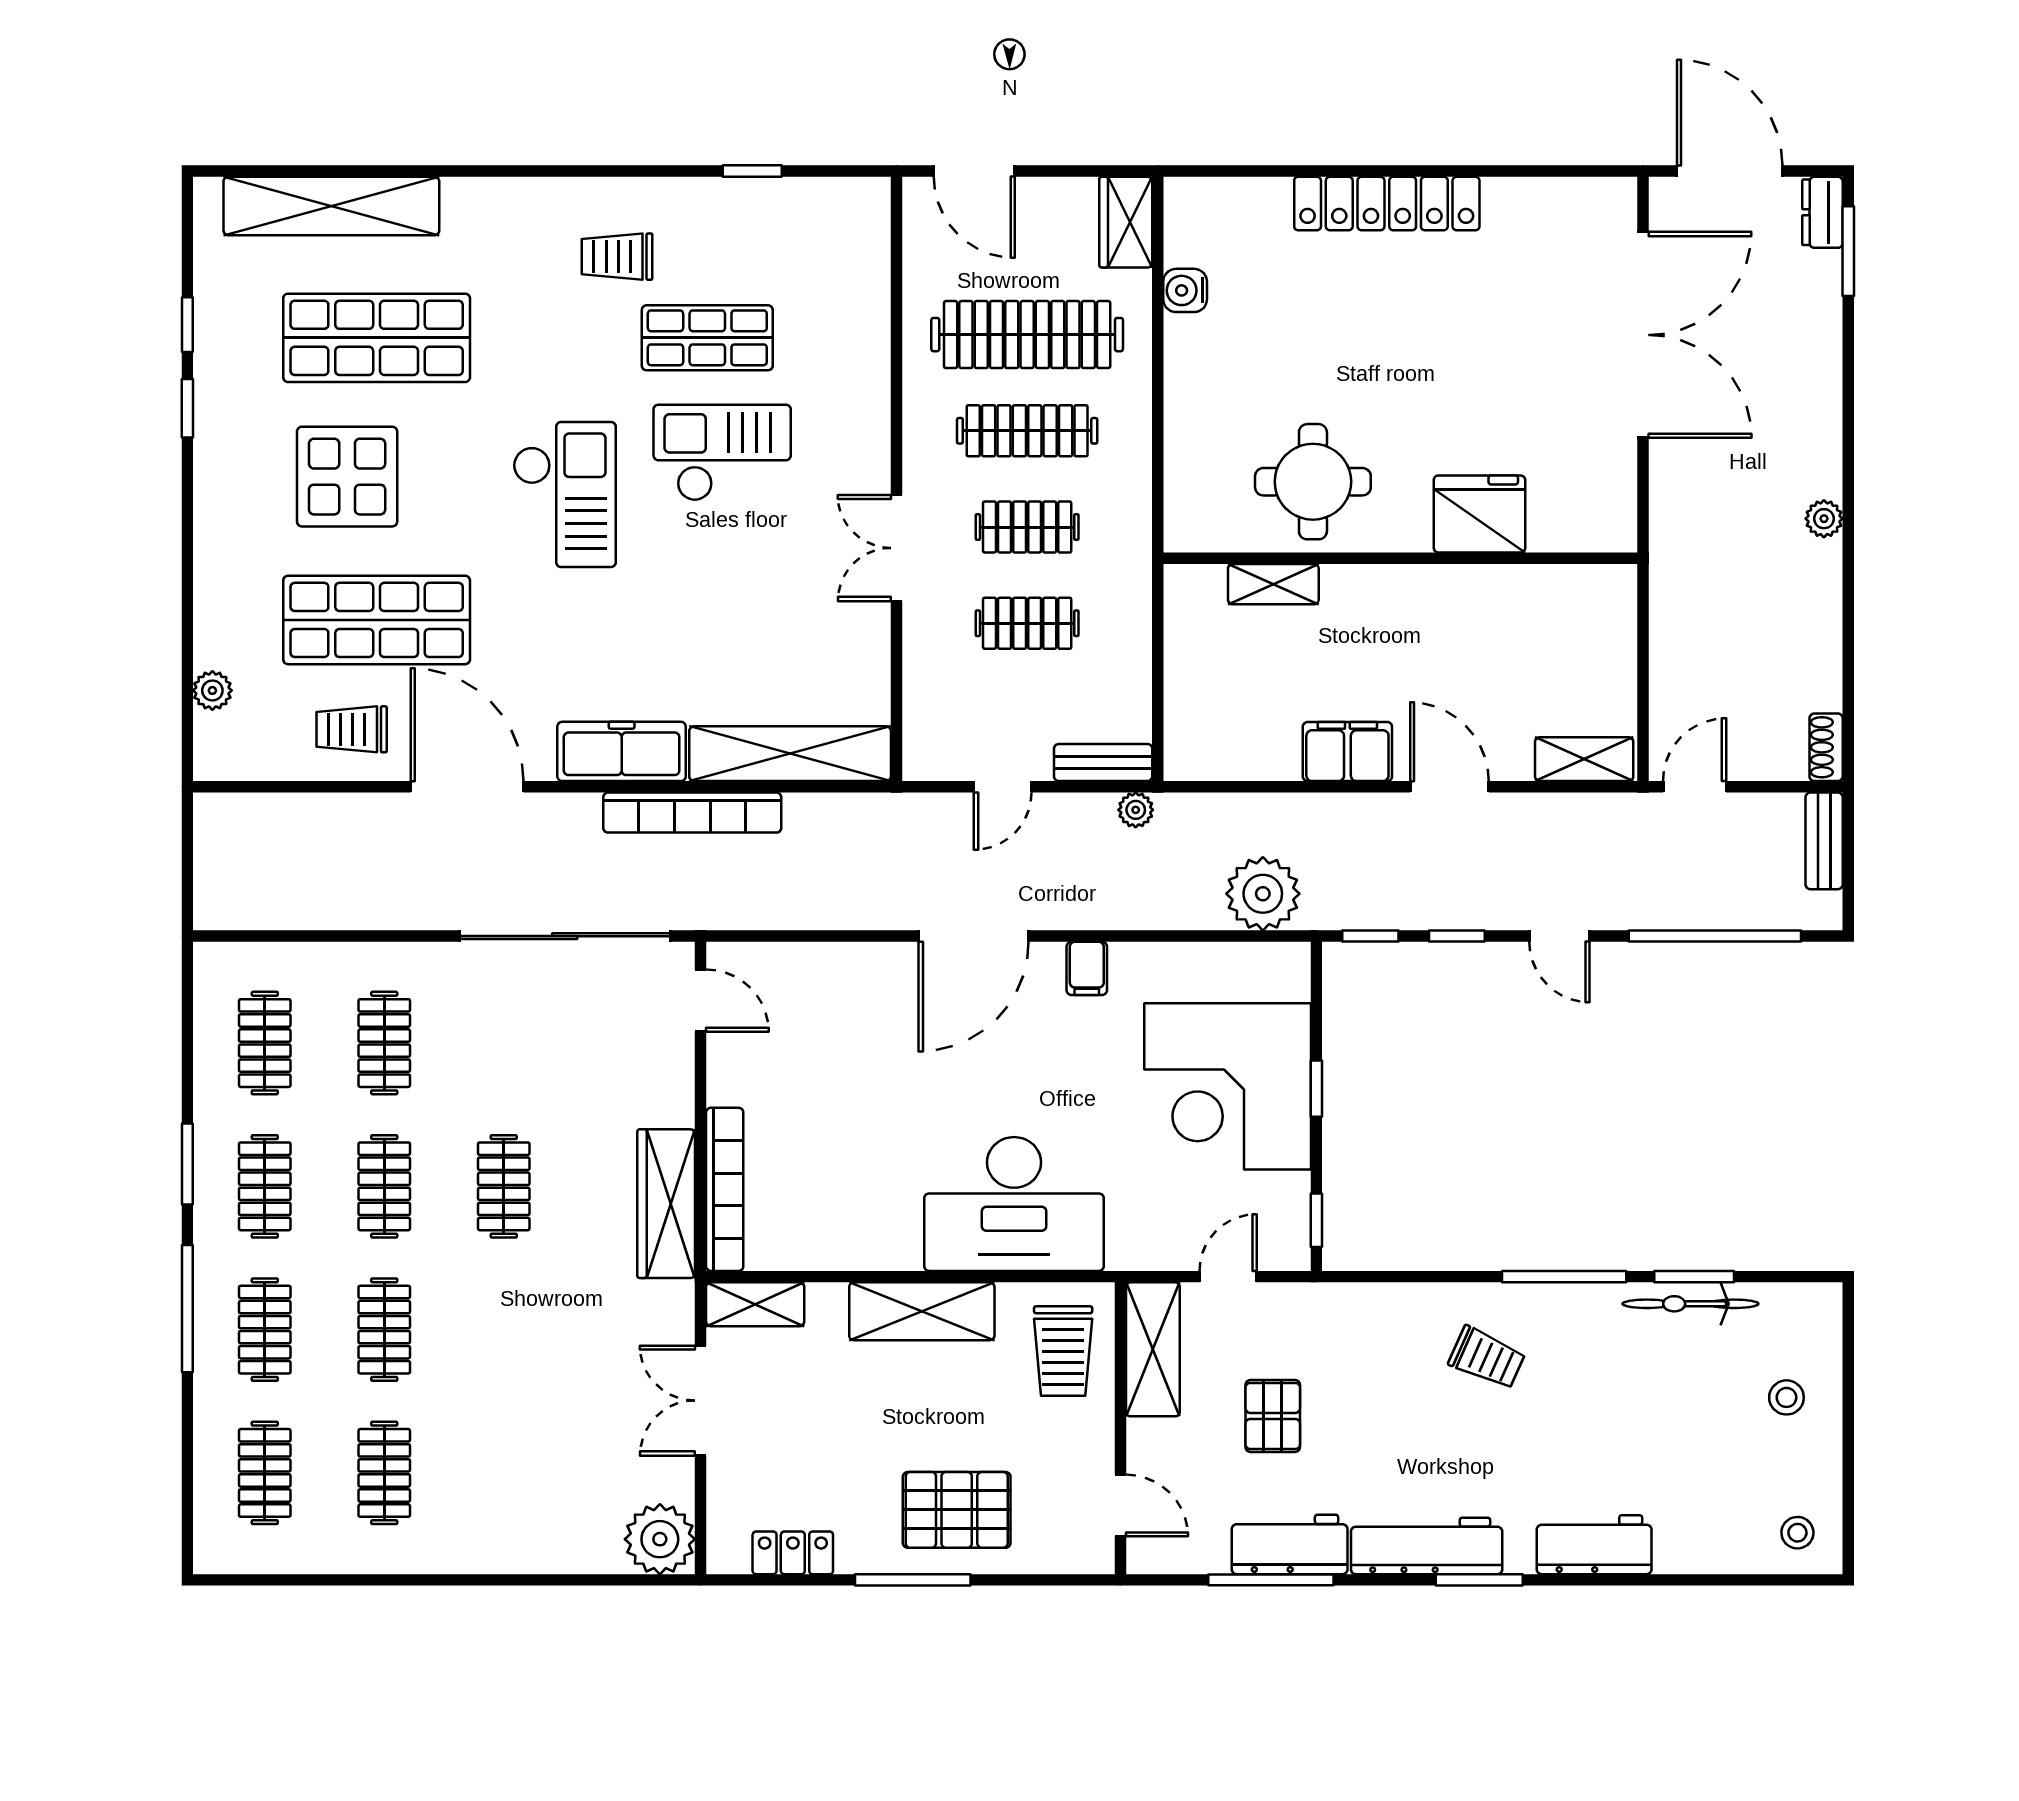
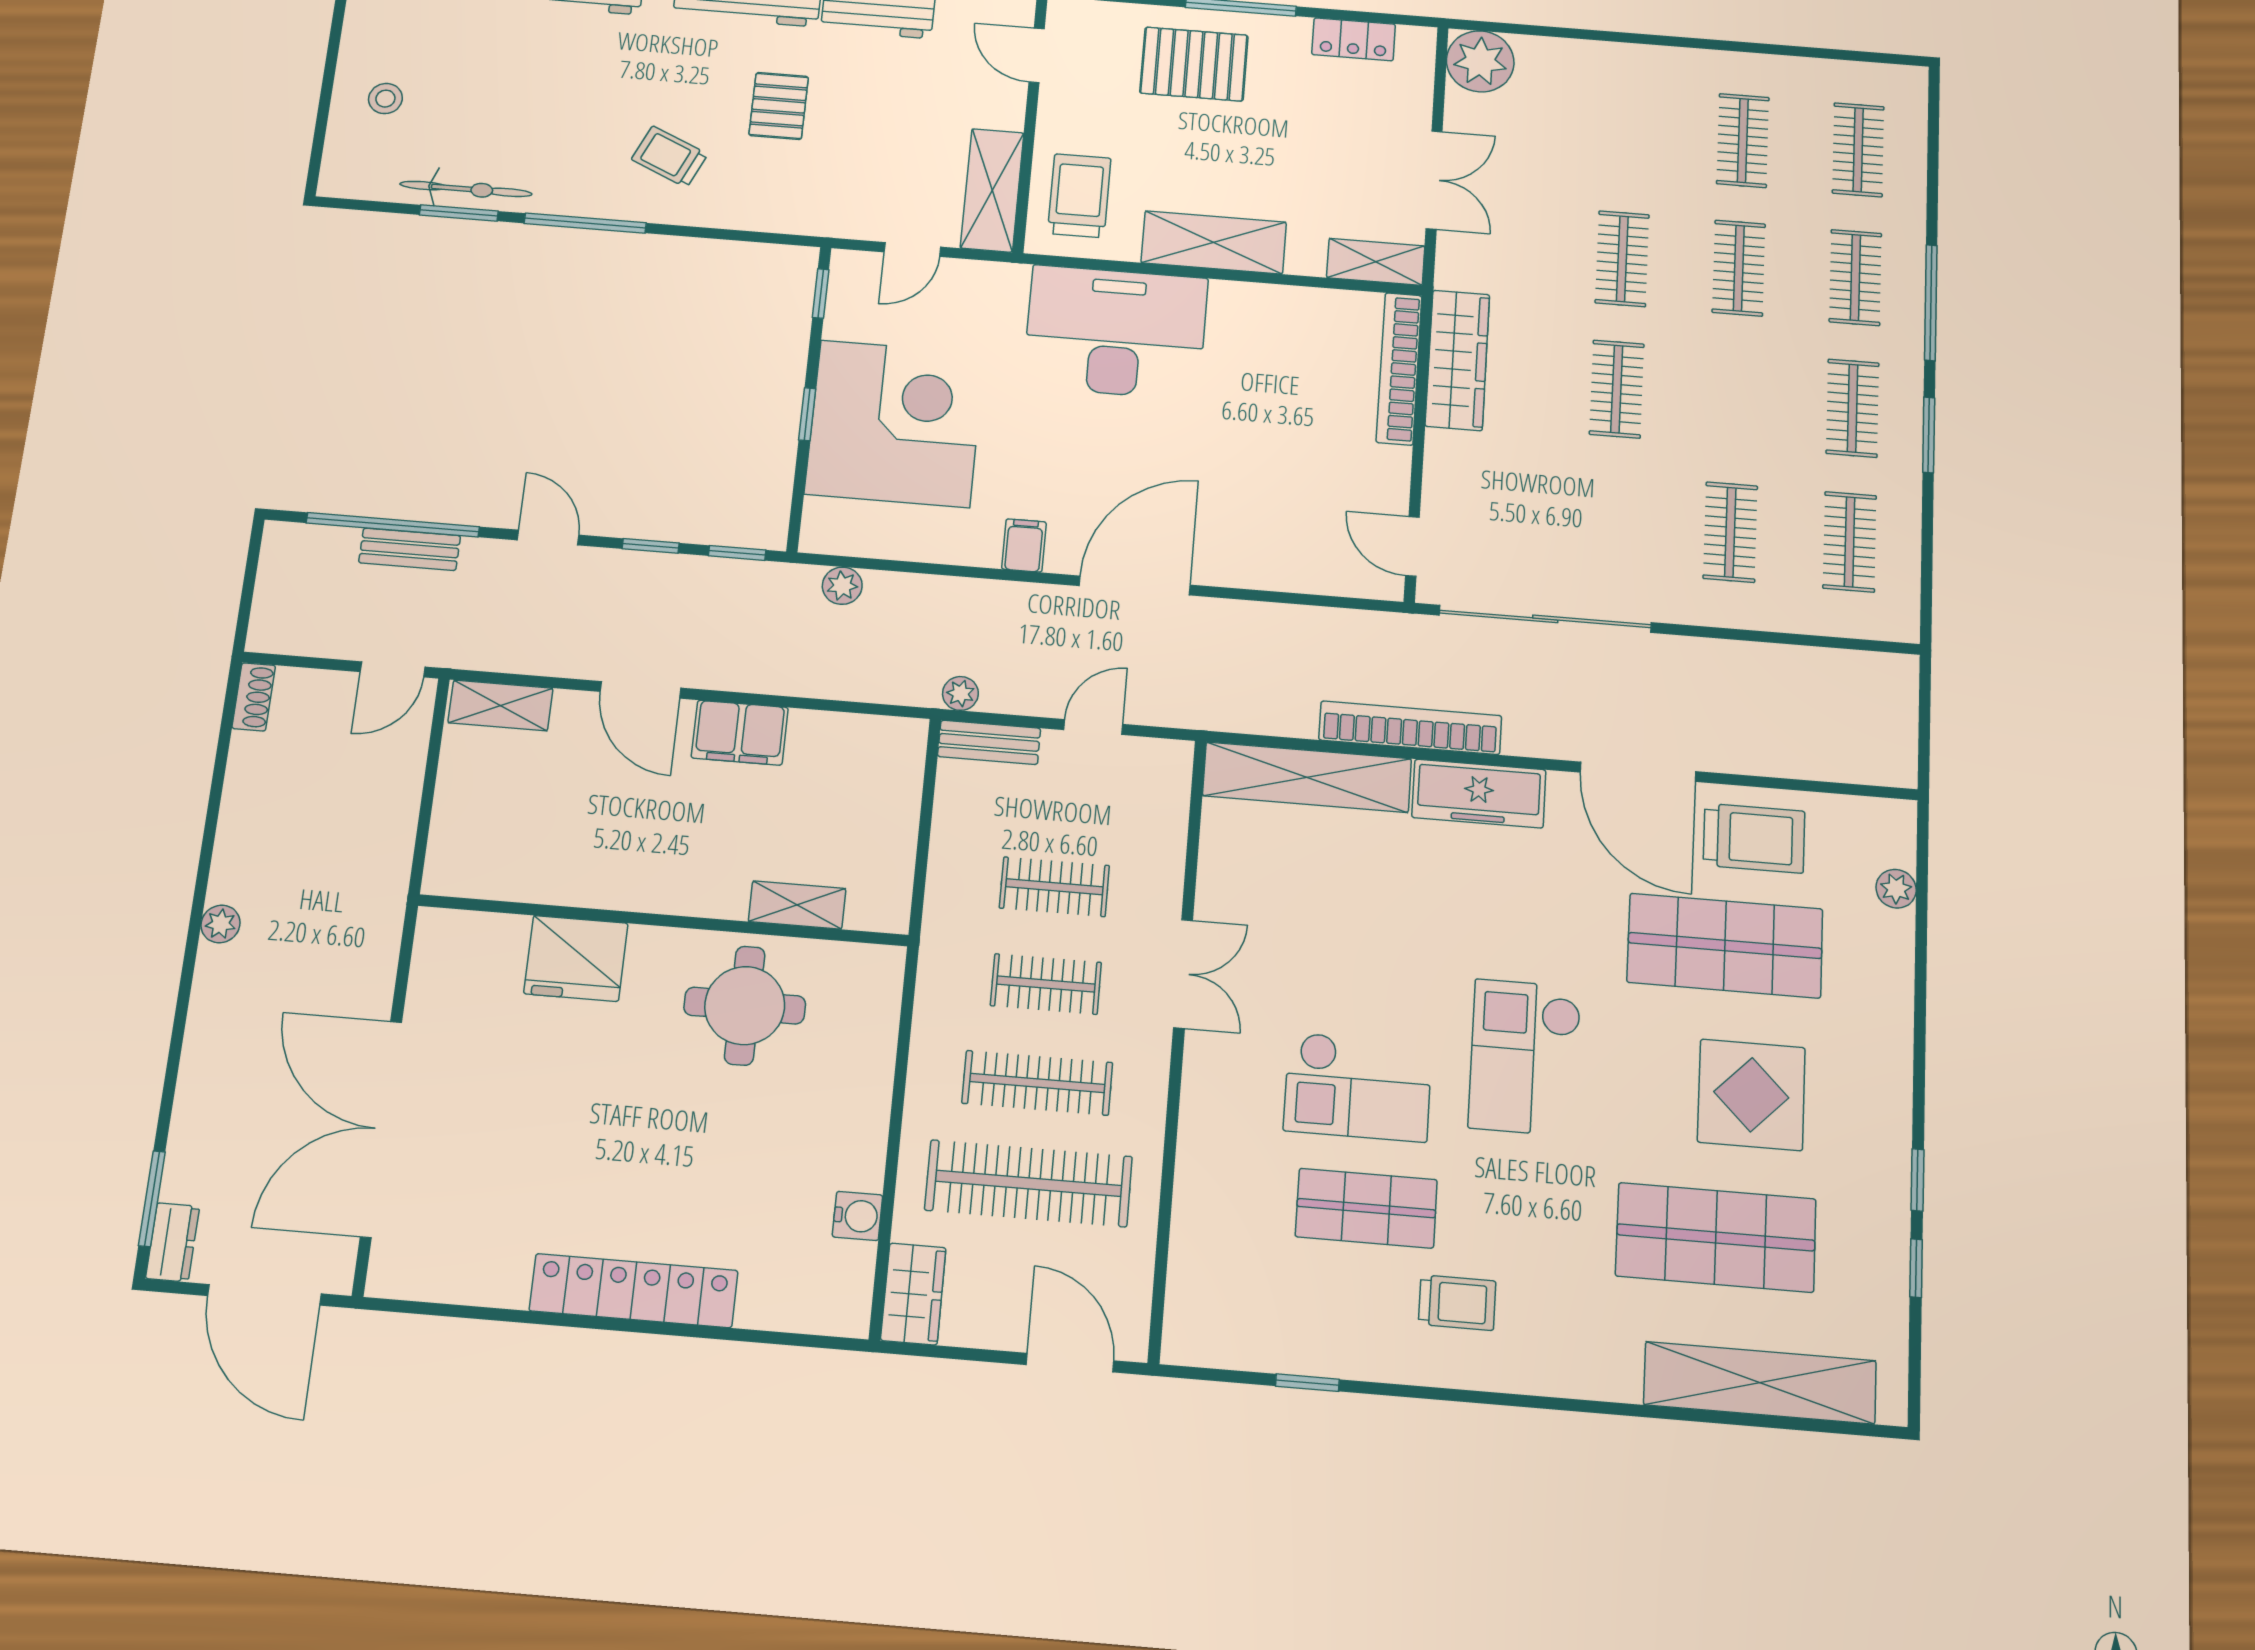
trolley: (352, 729) -> (1754, 838), width x1.36, depth x1.39
bench: (1824, 841) -> (410, 549), moved, turned 90
plant: (1263, 894) -> (842, 586), width x0.53, depth x0.53
clothes rail: (384, 1186) -> (1622, 259), moved
pallet: (1273, 1416) -> (779, 106), moved

